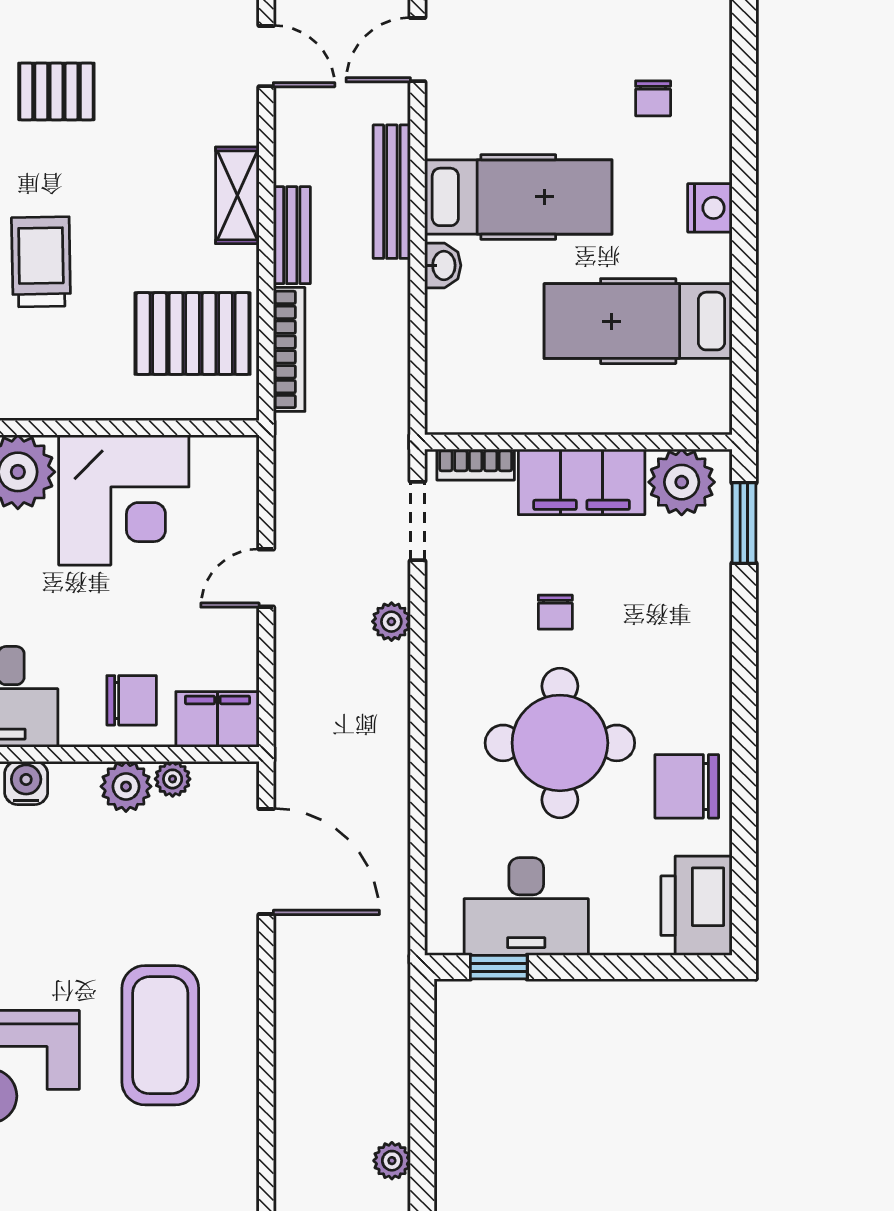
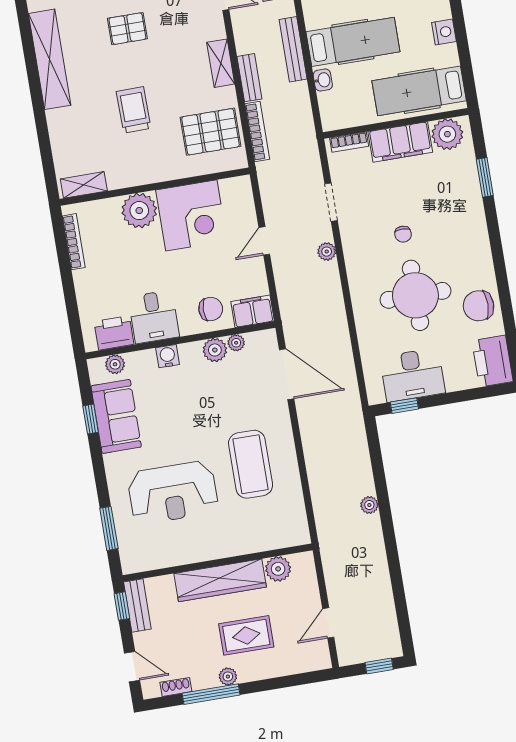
wall: (578, 442) -> (396, 123), moved
bookcase: (476, 465) -> (349, 142), moved
filing cabinet: (582, 482) -> (400, 142), moved
plant: (682, 482) -> (447, 134), moved

